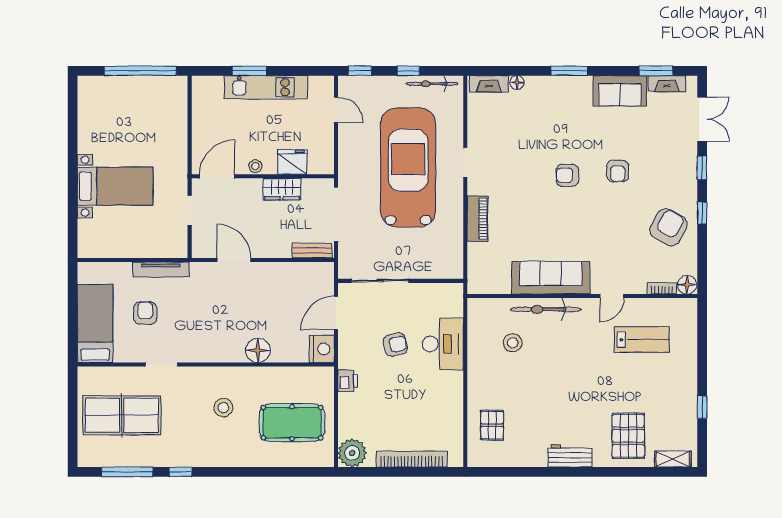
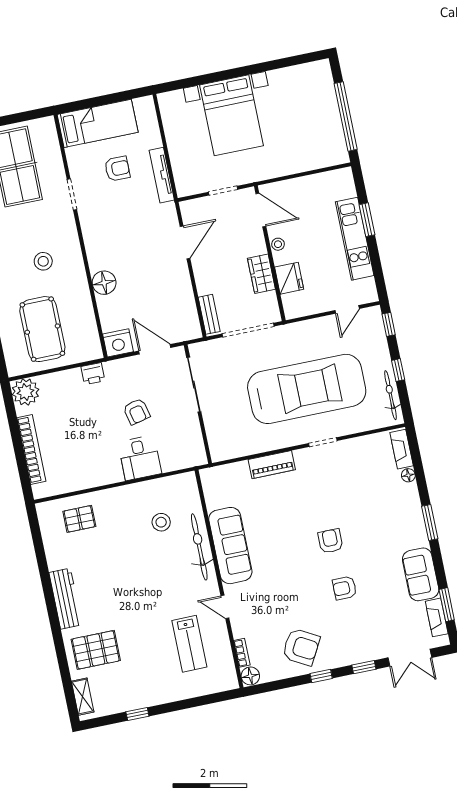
bed with nightstands: (115, 186) -> (232, 115), width x1.36
desk: (443, 344) -> (140, 458), width x0.73
workbench: (570, 456) -> (65, 599), width x1.38

